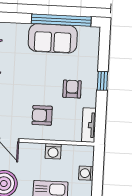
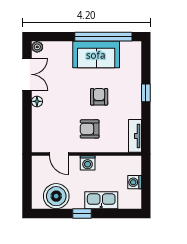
armchair: (72, 89) -> (99, 97), moved
washing machine: (53, 151) -> (88, 163), moved

